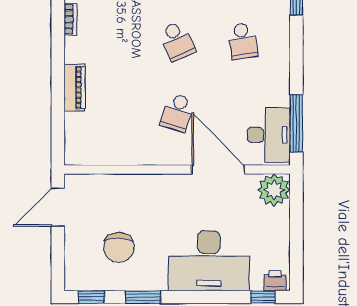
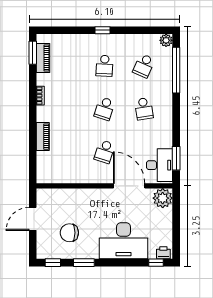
school desk: (177, 41) -> (104, 109), turned 42
window: (296, 124) -> (176, 158), width x0.69
door: (58, 207) -> (33, 219), moved
chair: (119, 247) -> (69, 233), turned 89

